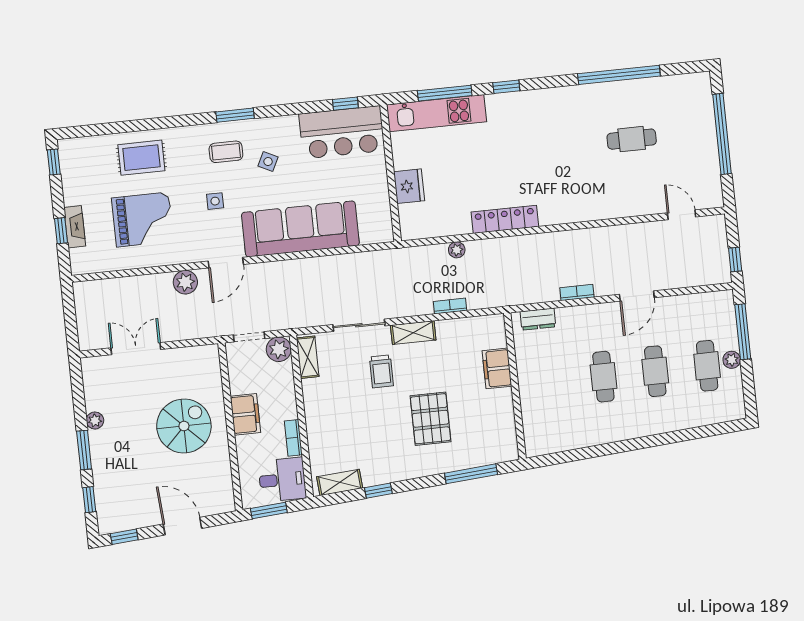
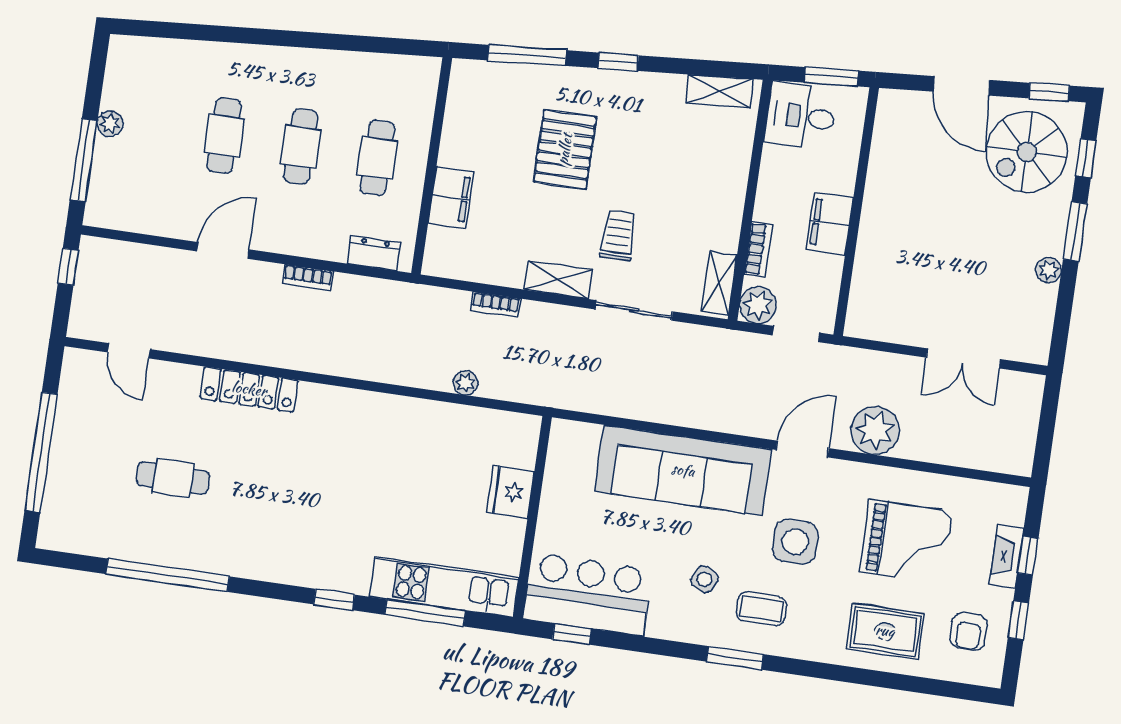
window: (54, 162) -> (1018, 620), moved
armchair: (87, 171) -> (969, 631), added
side table: (215, 201) -> (795, 542), width x1.87, depth x1.87
locker: (505, 219) -> (249, 389), moved
grand piano: (143, 220) -> (906, 542), turned 180
plant: (185, 282) -> (875, 430), width x1.36, depth x1.36
cafe table: (707, 366) -> (377, 158), moved
spiral stairs: (184, 426) -> (1027, 152), moved
bookcase: (293, 438) -> (758, 249), moved
window: (378, 491) -> (618, 62), moved

